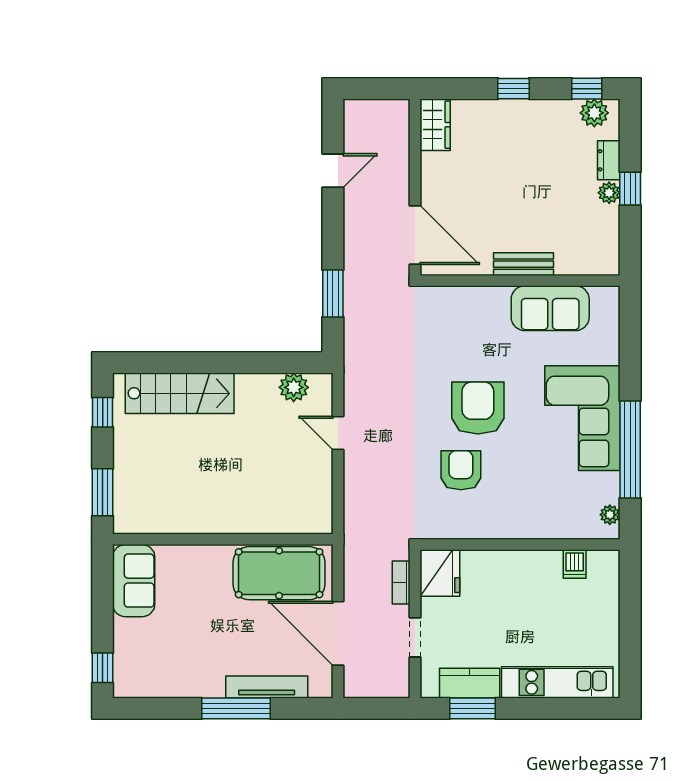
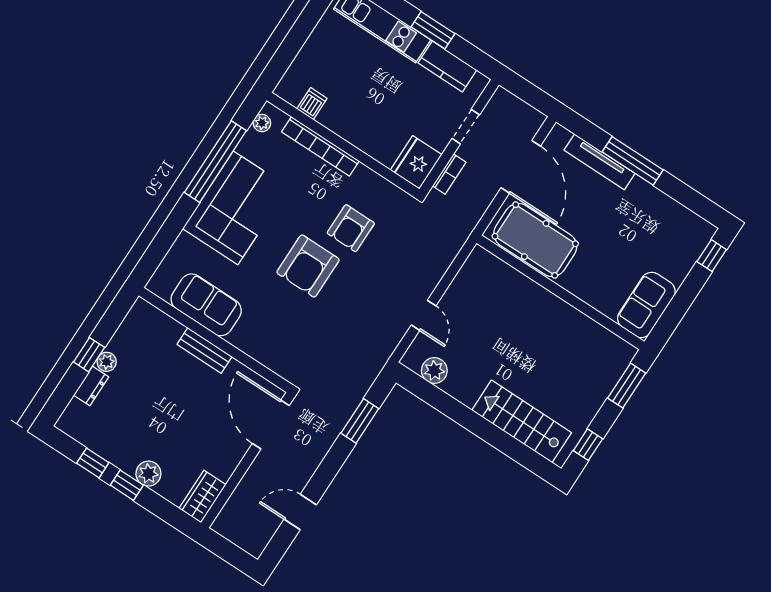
window: (587, 89) -> (93, 463), moved
plant: (594, 113) -> (148, 474), moved
bookcase: (540, 529) -> (320, 146), added
window: (472, 708) -> (433, 30), moved

